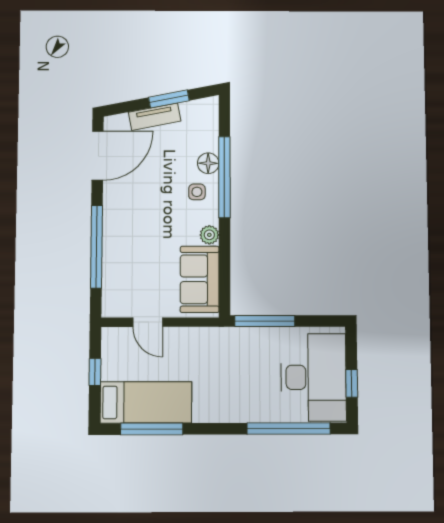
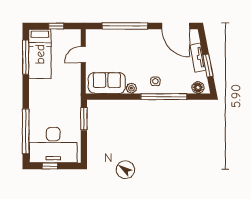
floor lamp: (208, 163) -> (198, 88), moved
window: (265, 321) -> (84, 119), width x0.69

